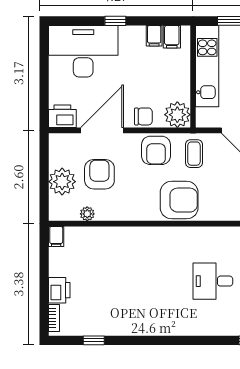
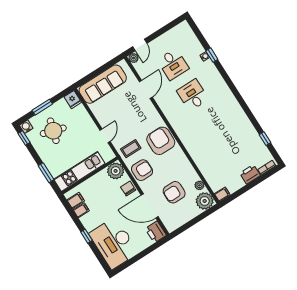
plant: (62, 182) -> (205, 201), moved
desk: (213, 281) -> (193, 95), turned 180

